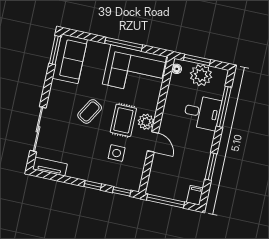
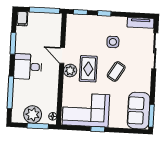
window: (124, 44) -> (98, 129), width x0.46
desk: (202, 112) -> (28, 67), moved
side table: (117, 153) -> (113, 42), moved

